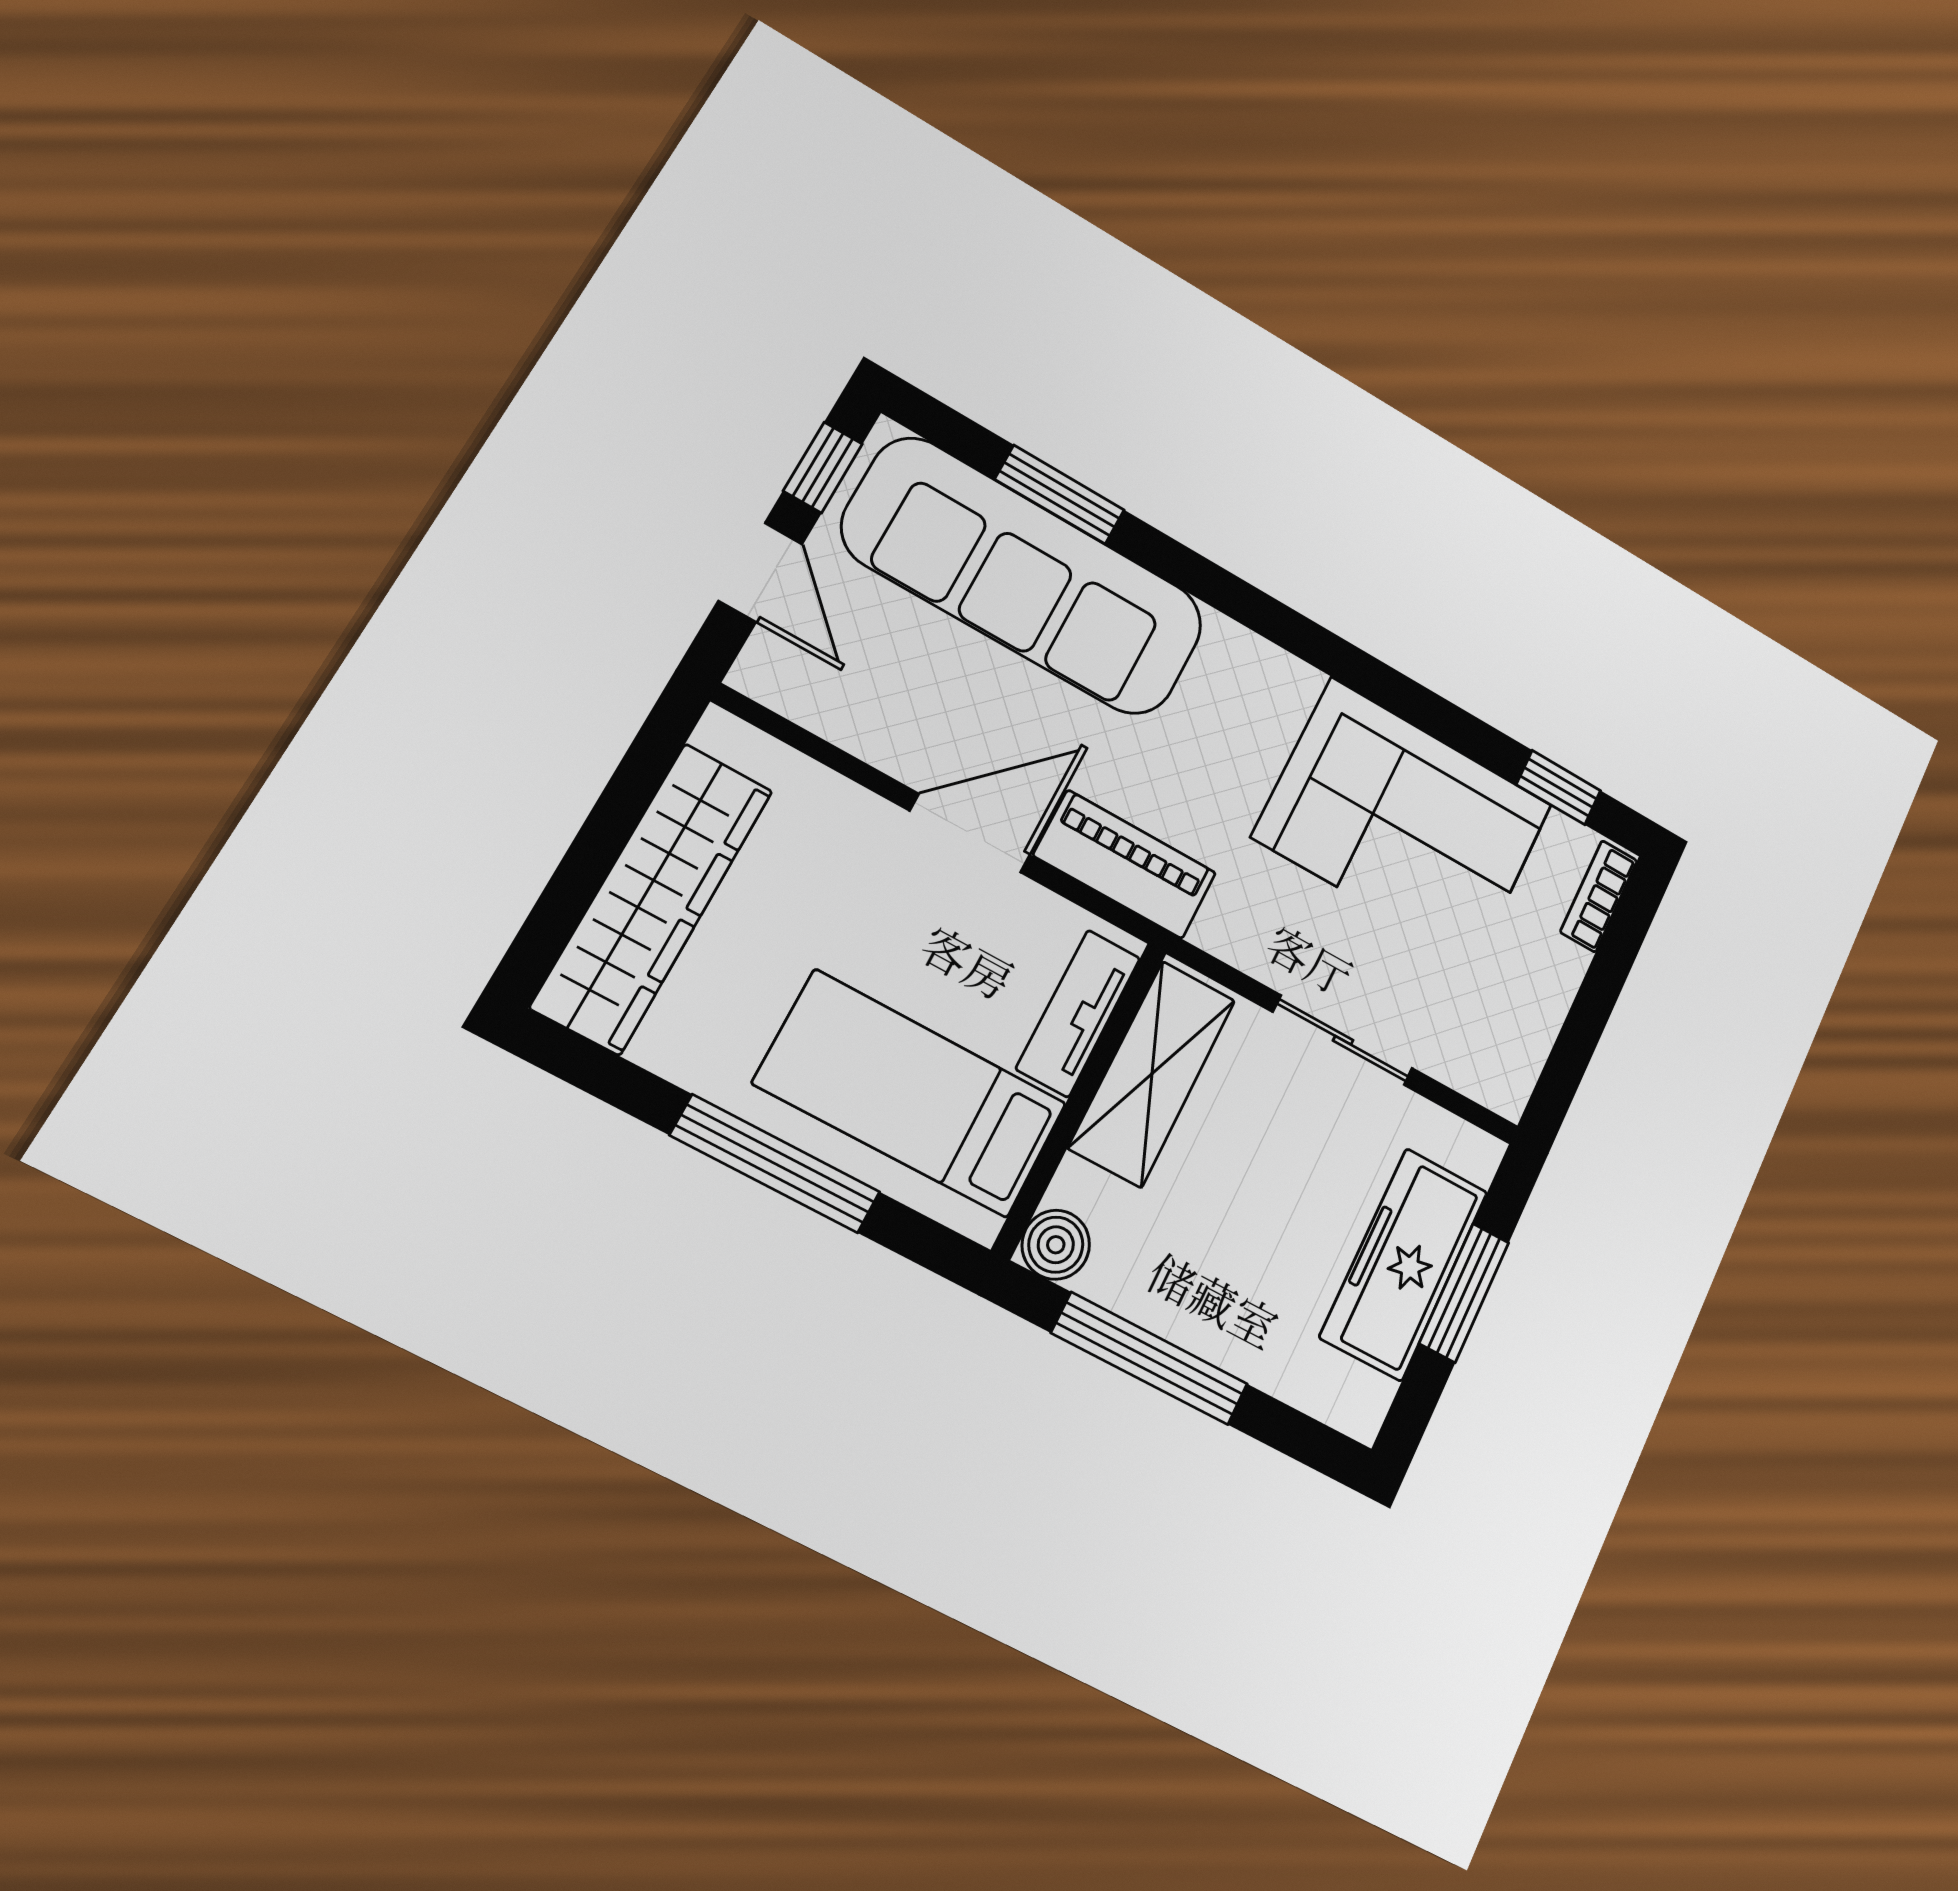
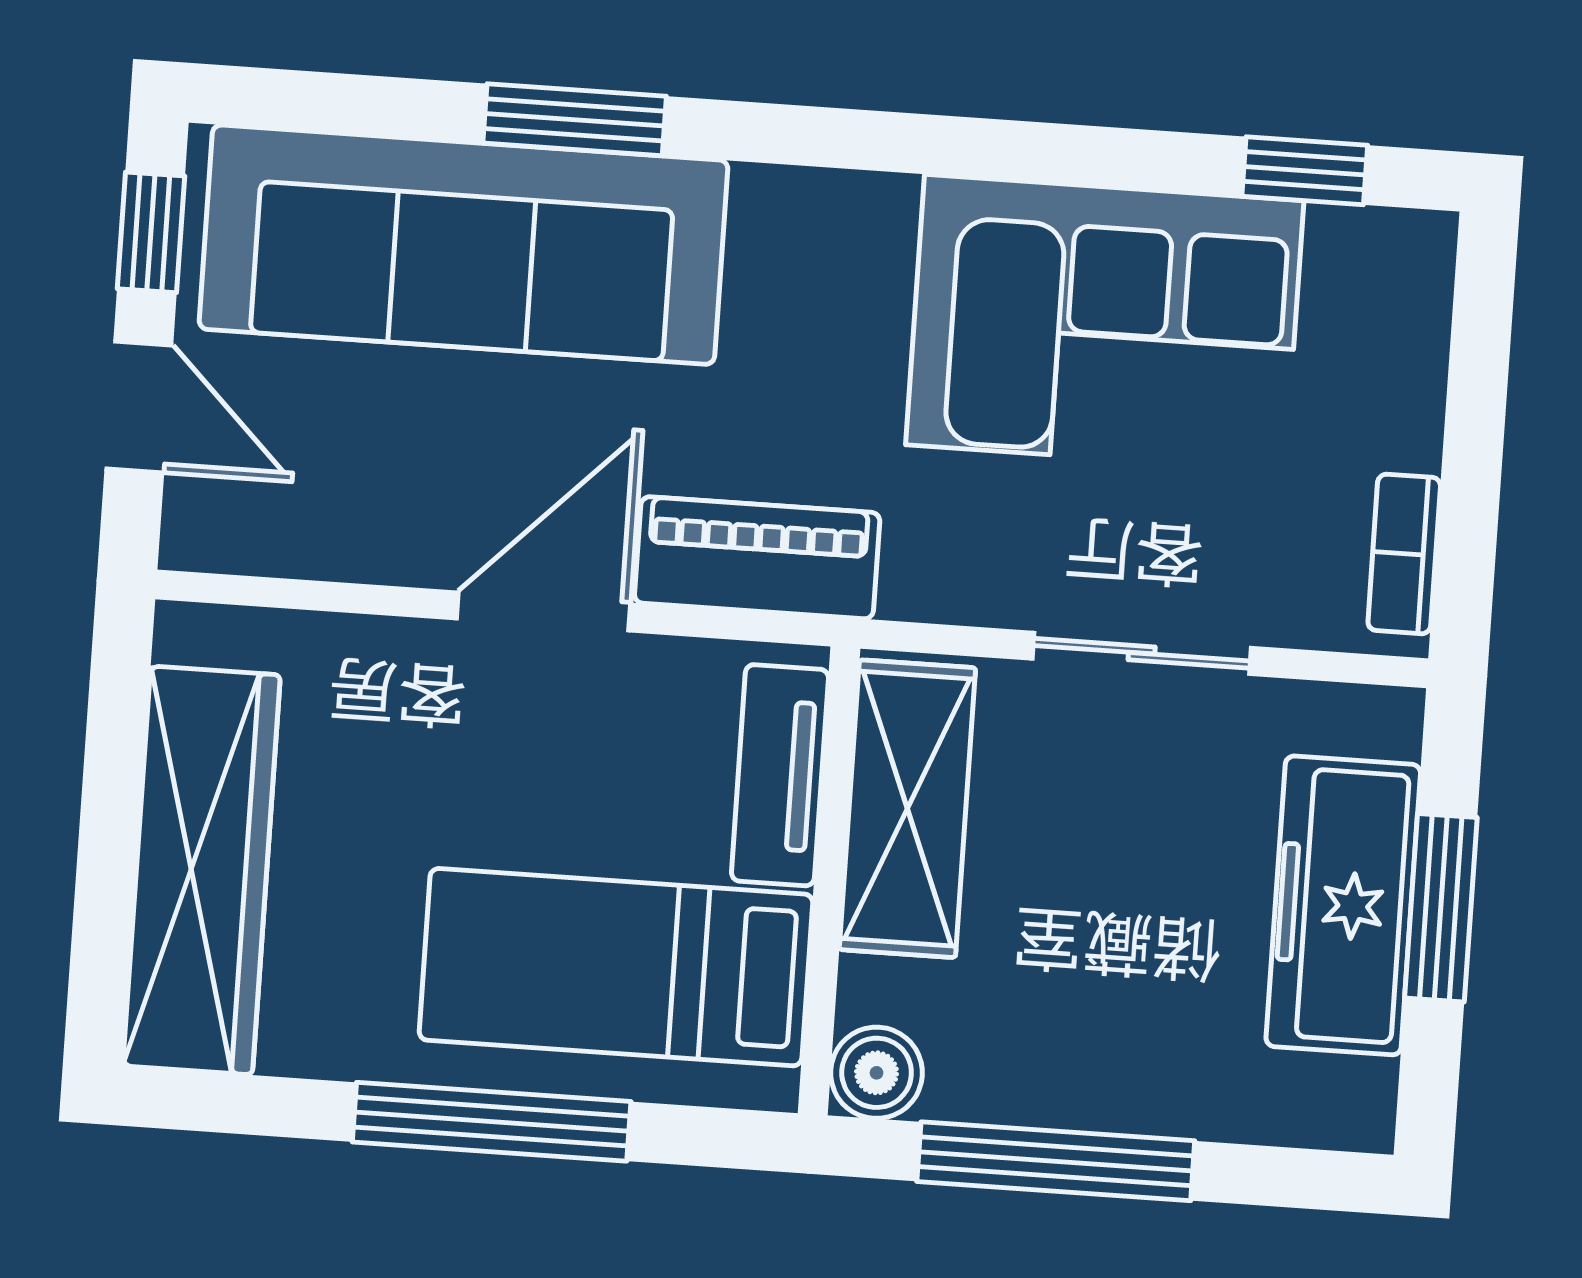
window: (1060, 495) -> (575, 120), moved
bookcase: (1599, 896) -> (1404, 554), moved

